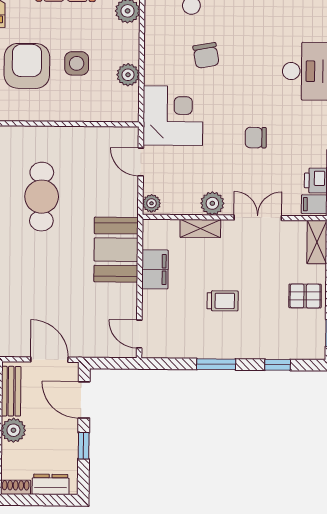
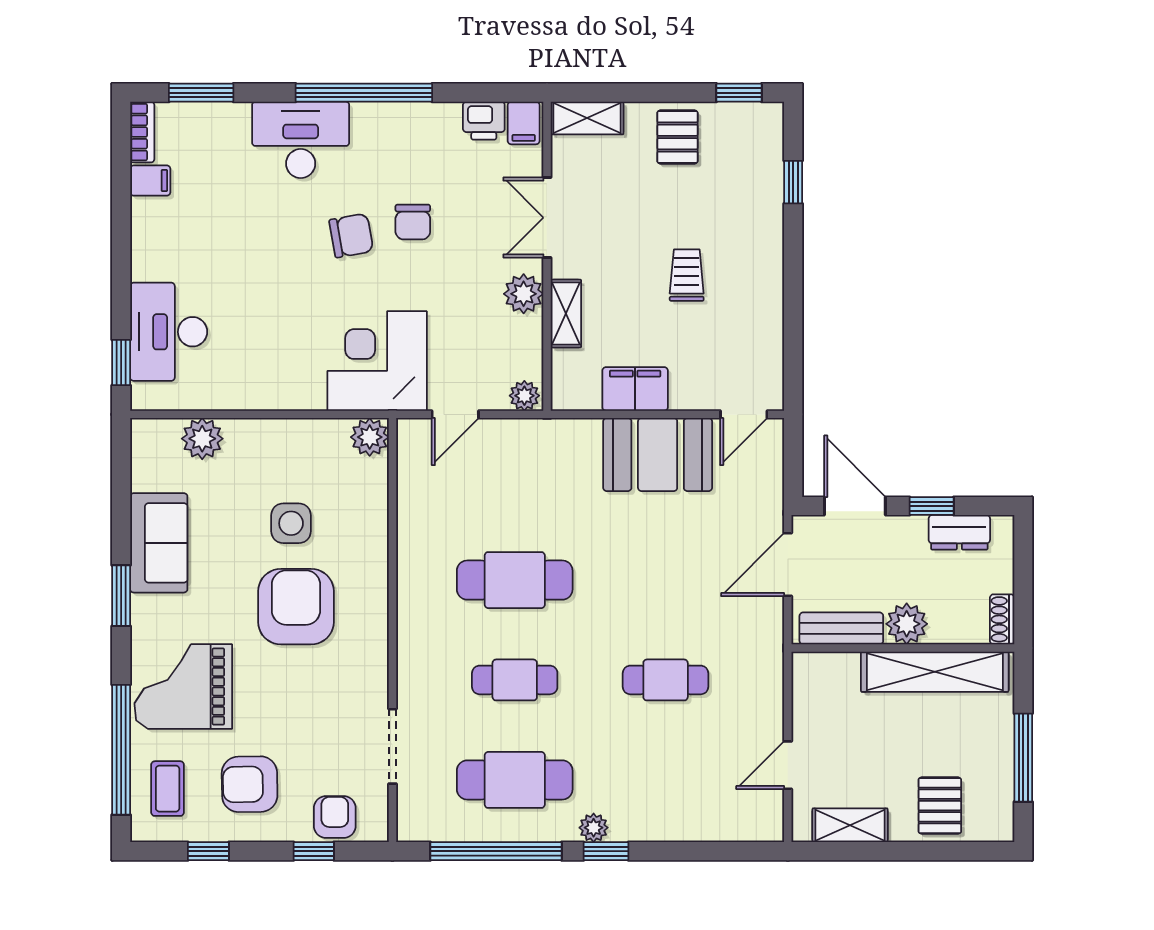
chair: (206, 55) -> (351, 236), moved
armchair: (27, 66) -> (296, 607), turned 90
plant: (128, 75) -> (370, 437), moved
booth: (116, 250) -> (658, 455), moved
window: (216, 364) -> (793, 285), removed
door: (84, 400) -> (855, 506), swing flipped
dresser: (51, 484) -> (959, 532), moved, turned -90

